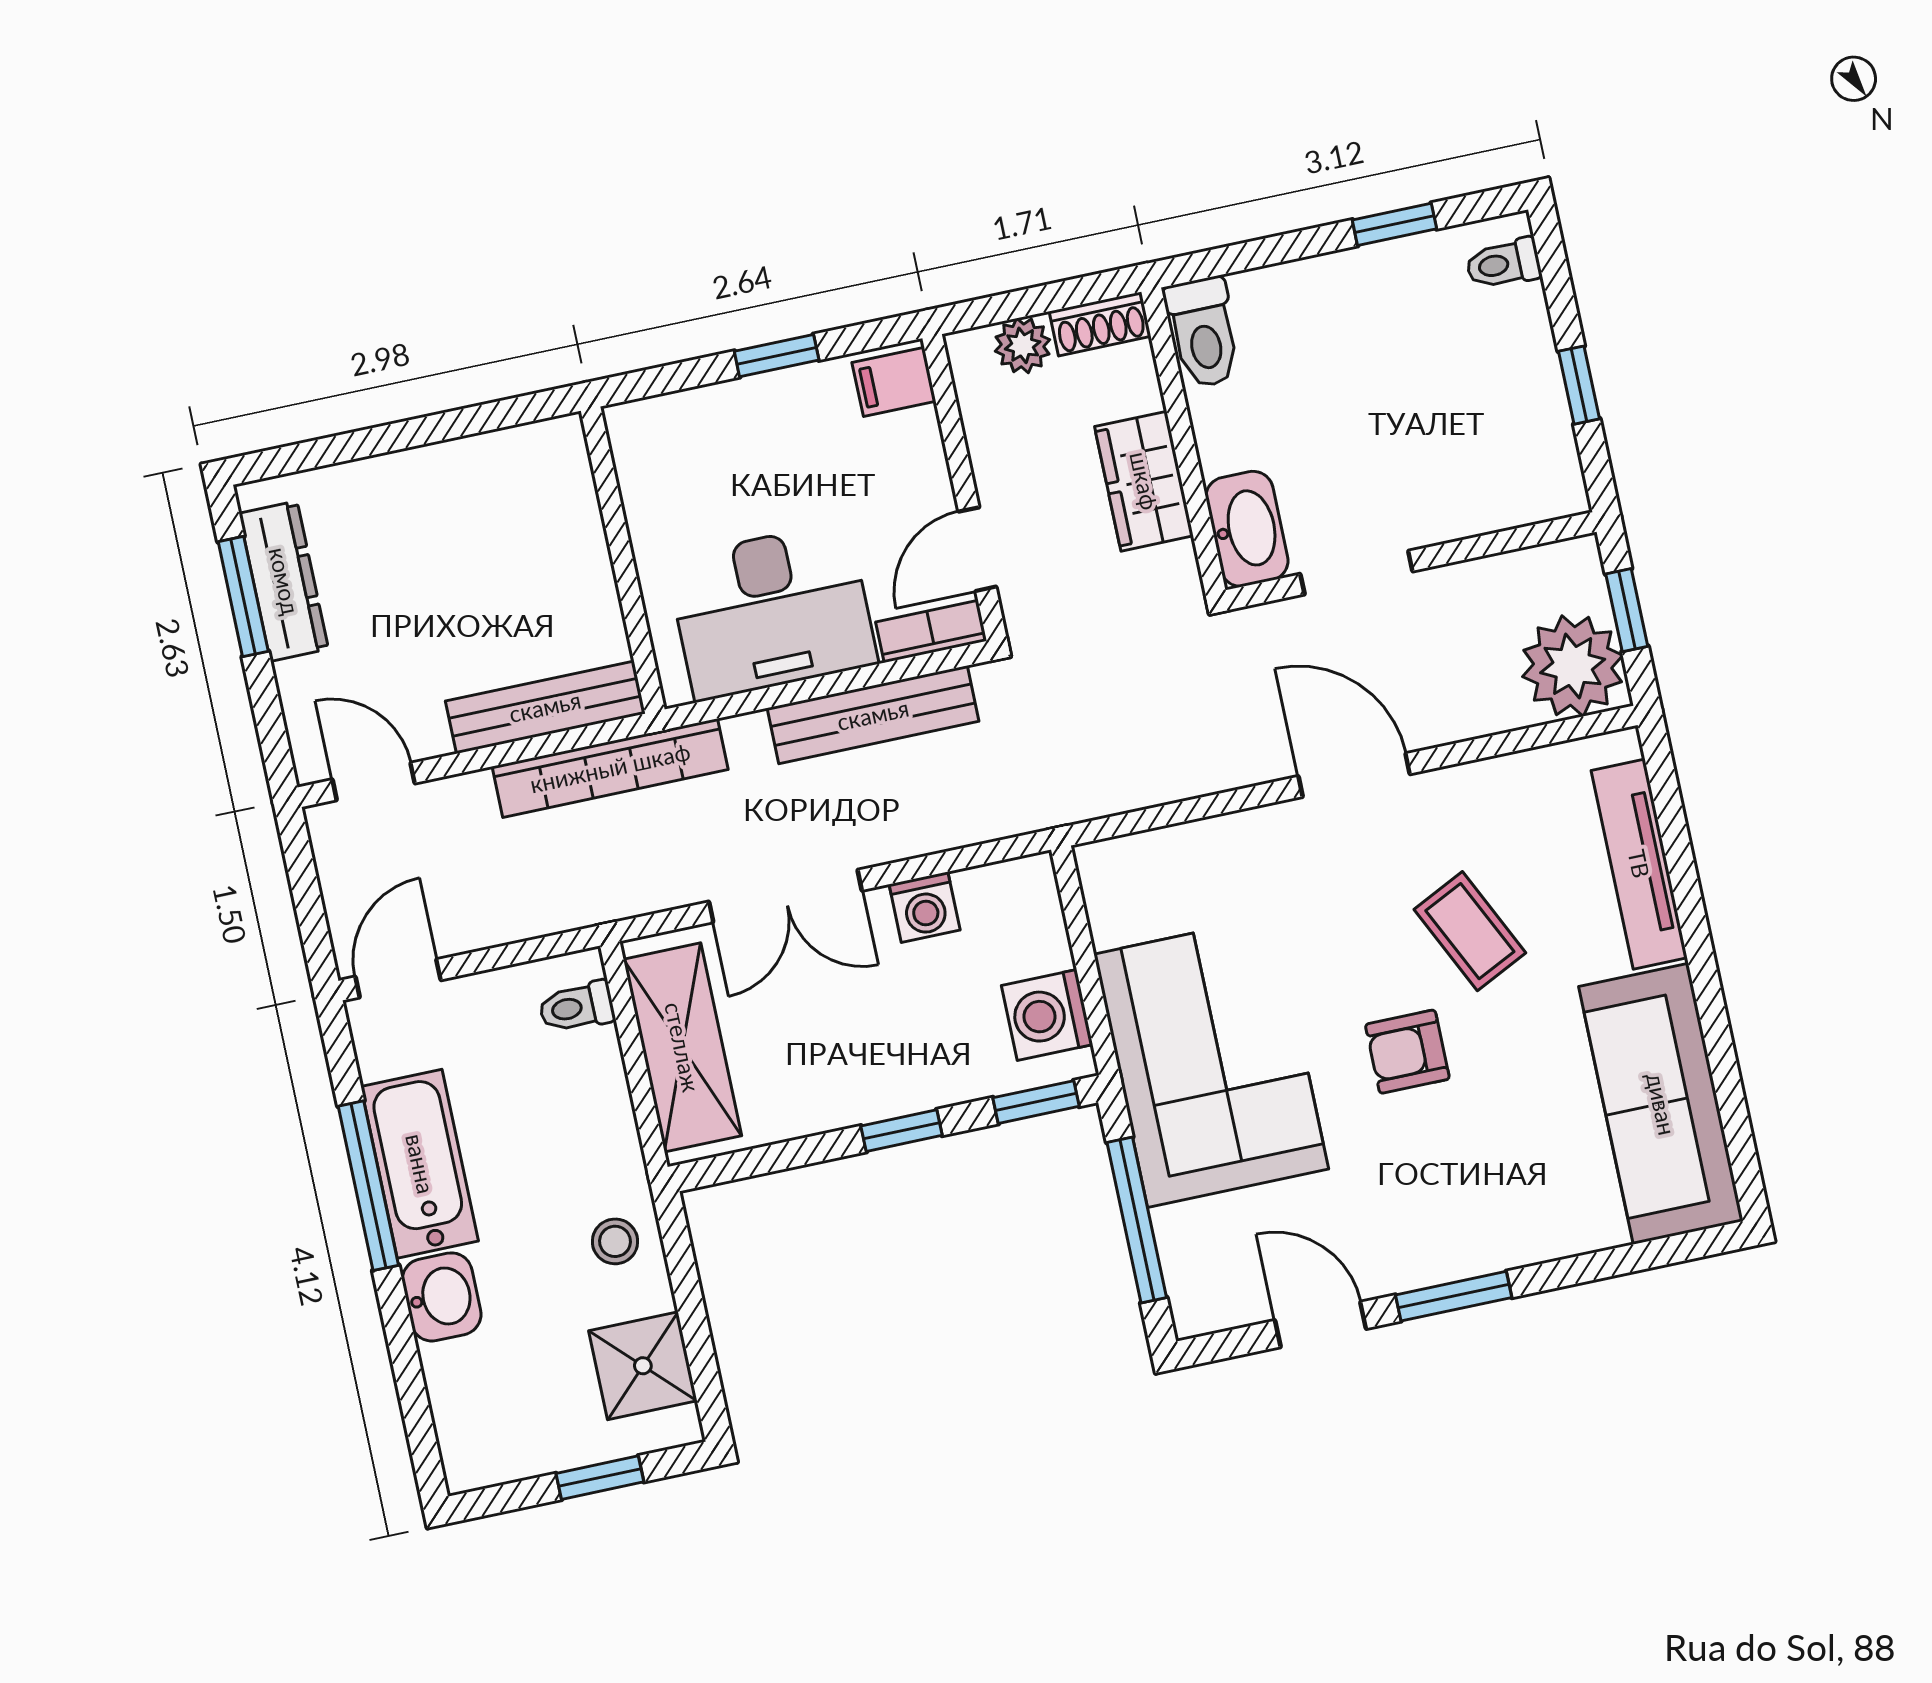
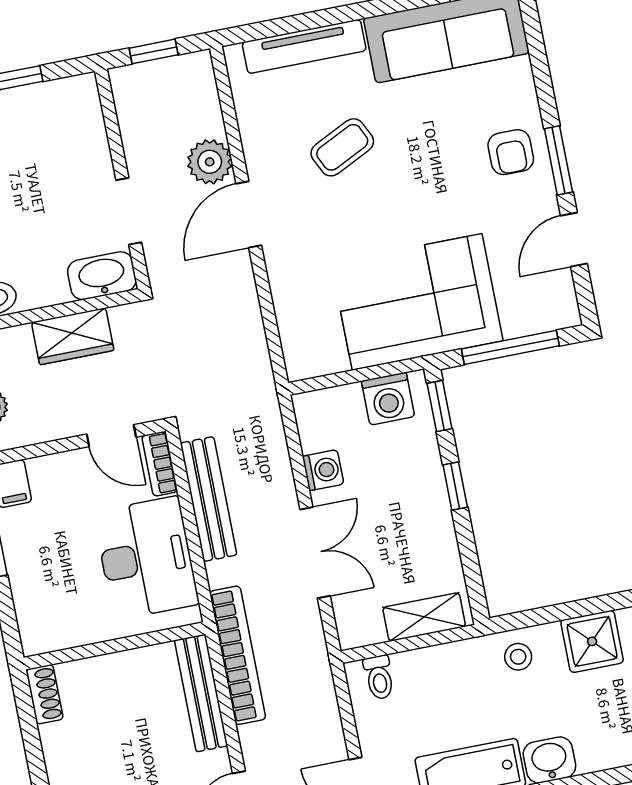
shoe rack: (539, 443) -> (45, 694), added
plant: (1573, 666) -> (210, 162), moved, width x0.73, depth x0.73
shelving: (682, 1047) -> (424, 617), width x0.67, depth x0.75
armchair: (1407, 1052) -> (511, 152), moved

